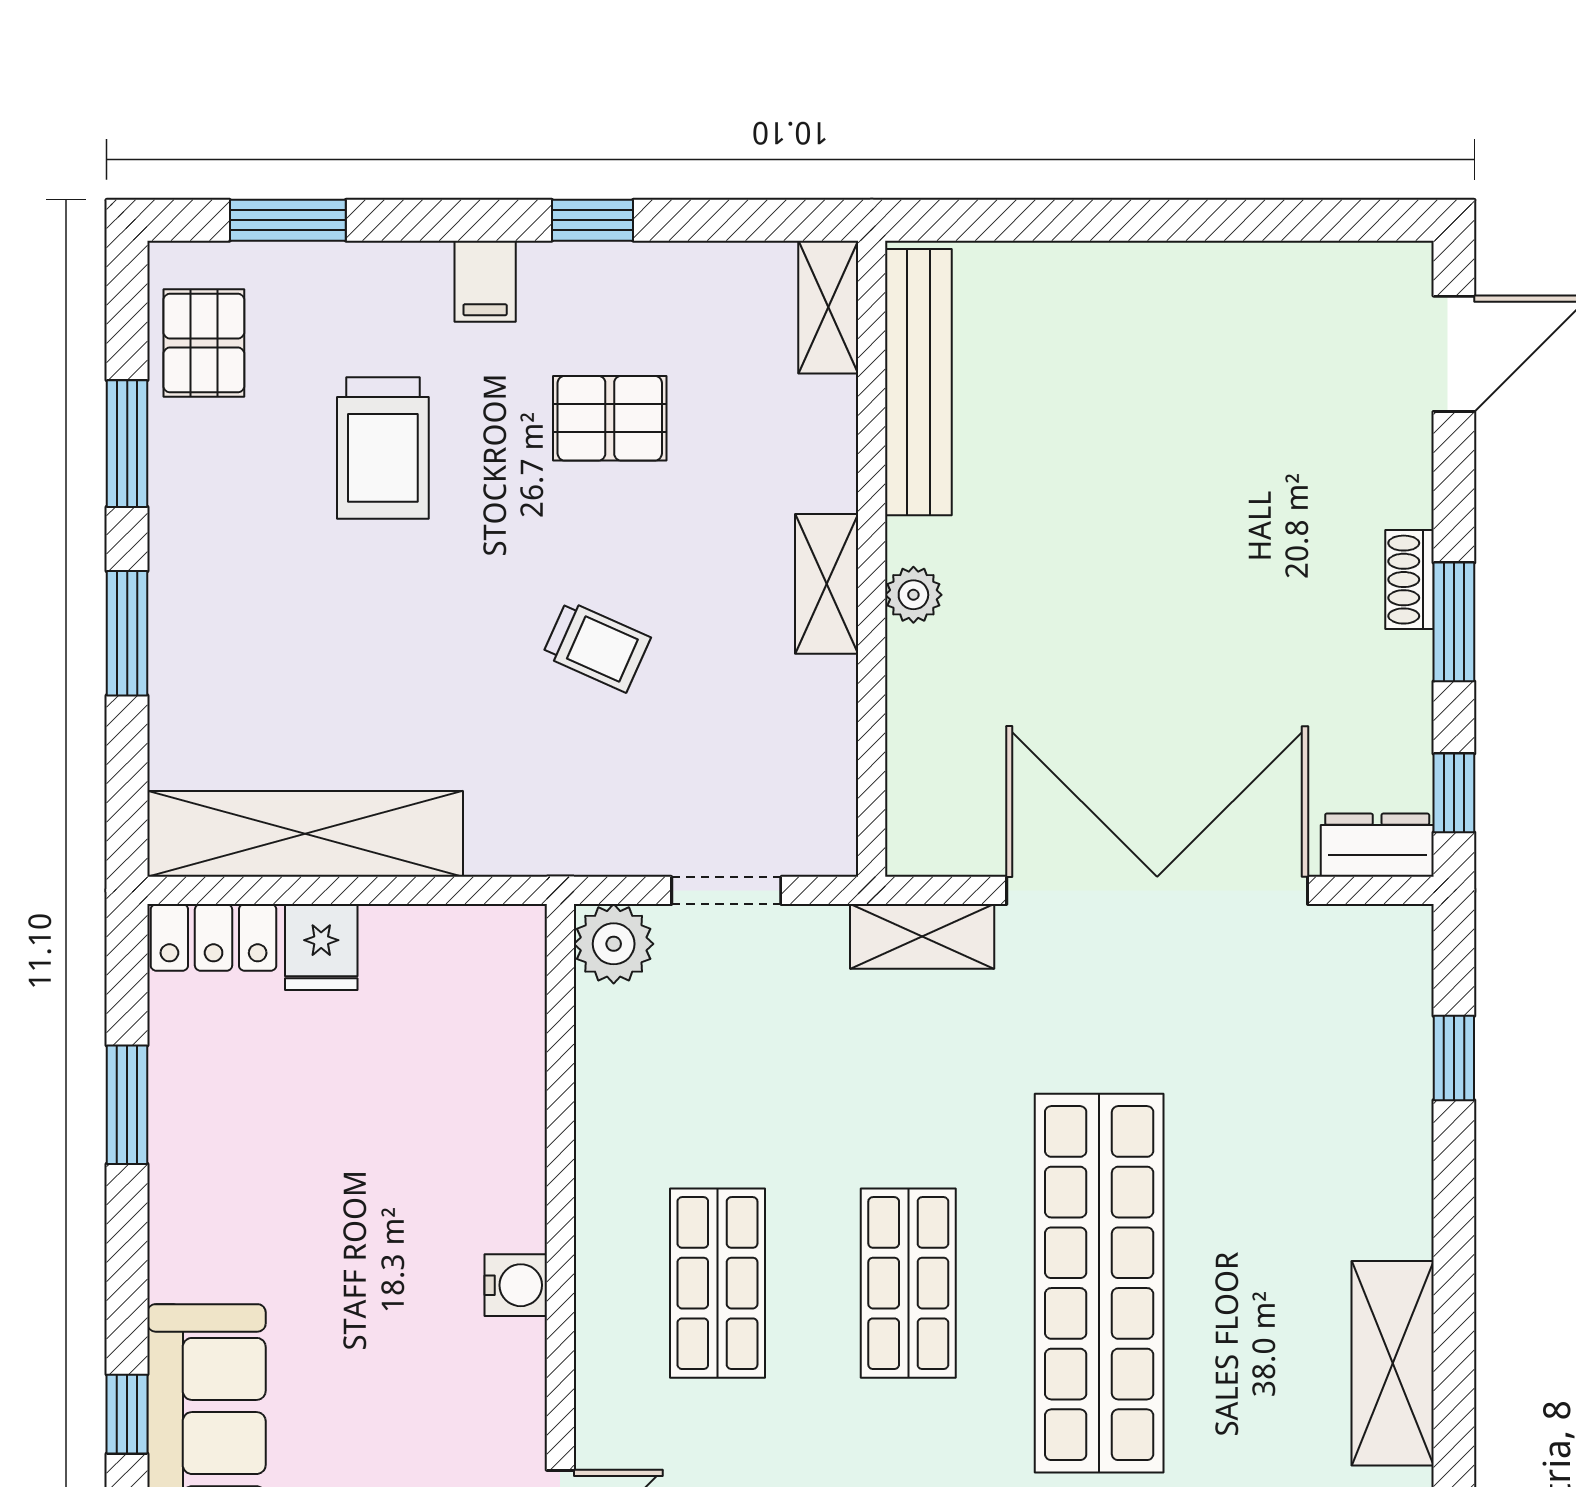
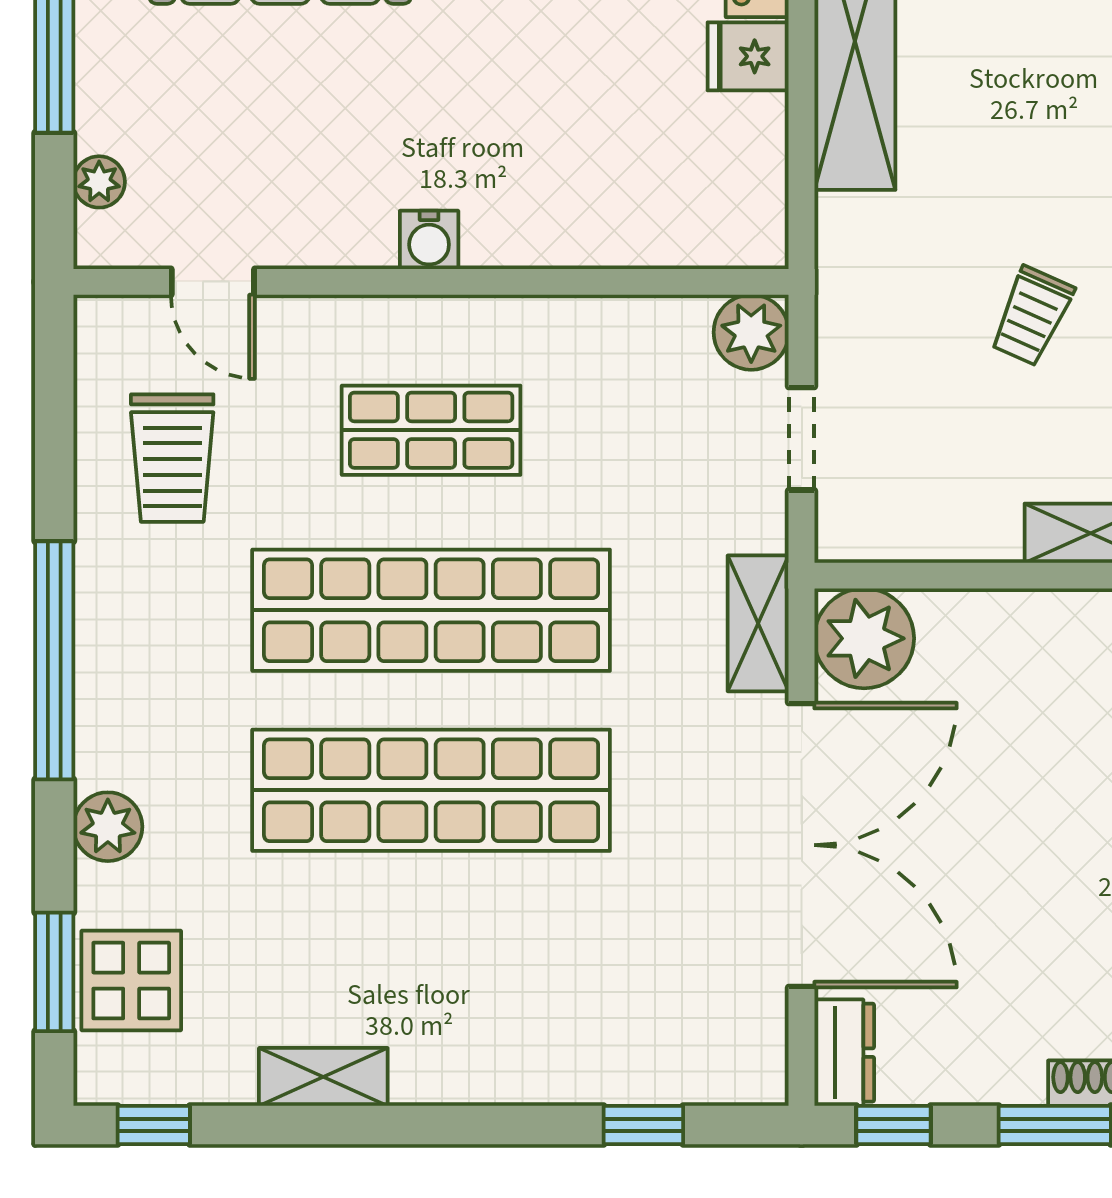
plant: (913, 595) -> (864, 638), moved, width x1.88, depth x1.88
shop shelf: (908, 1283) -> (431, 610), width x2.00, depth x1.36
shelving: (1393, 1363) -> (323, 1077), width x0.67, depth x0.75

